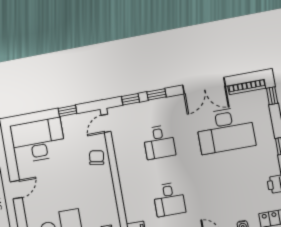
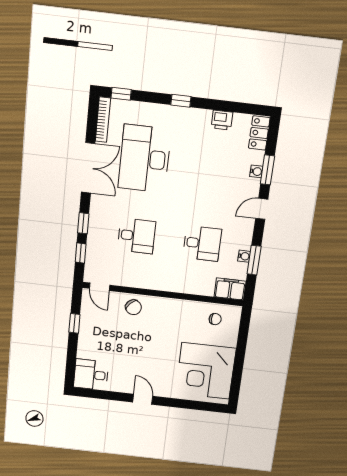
desk: (225, 130) -> (145, 159), turned 180
desk: (38, 140) -> (91, 375), width x0.53, depth x0.77
chair: (97, 158) -> (133, 307), turned -144

